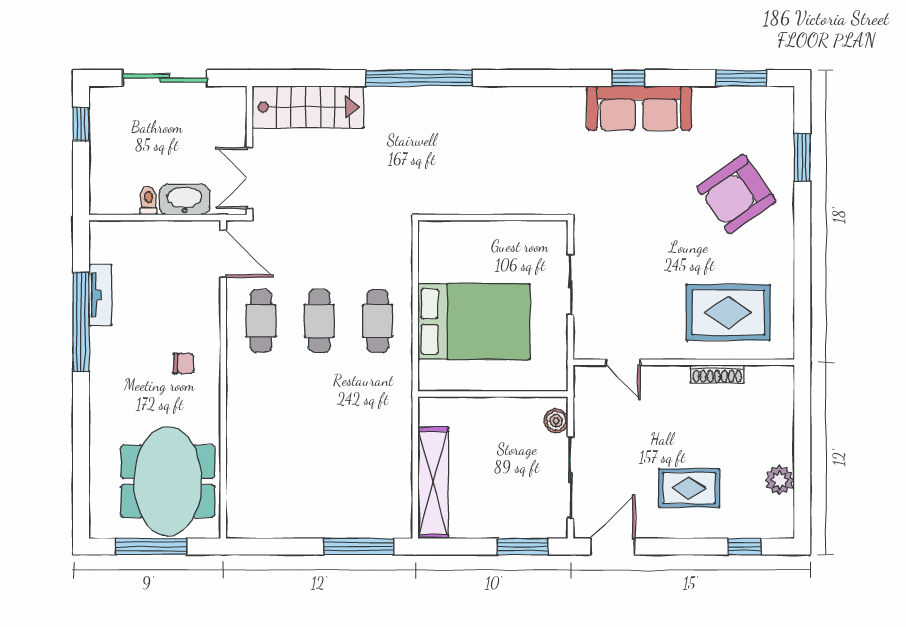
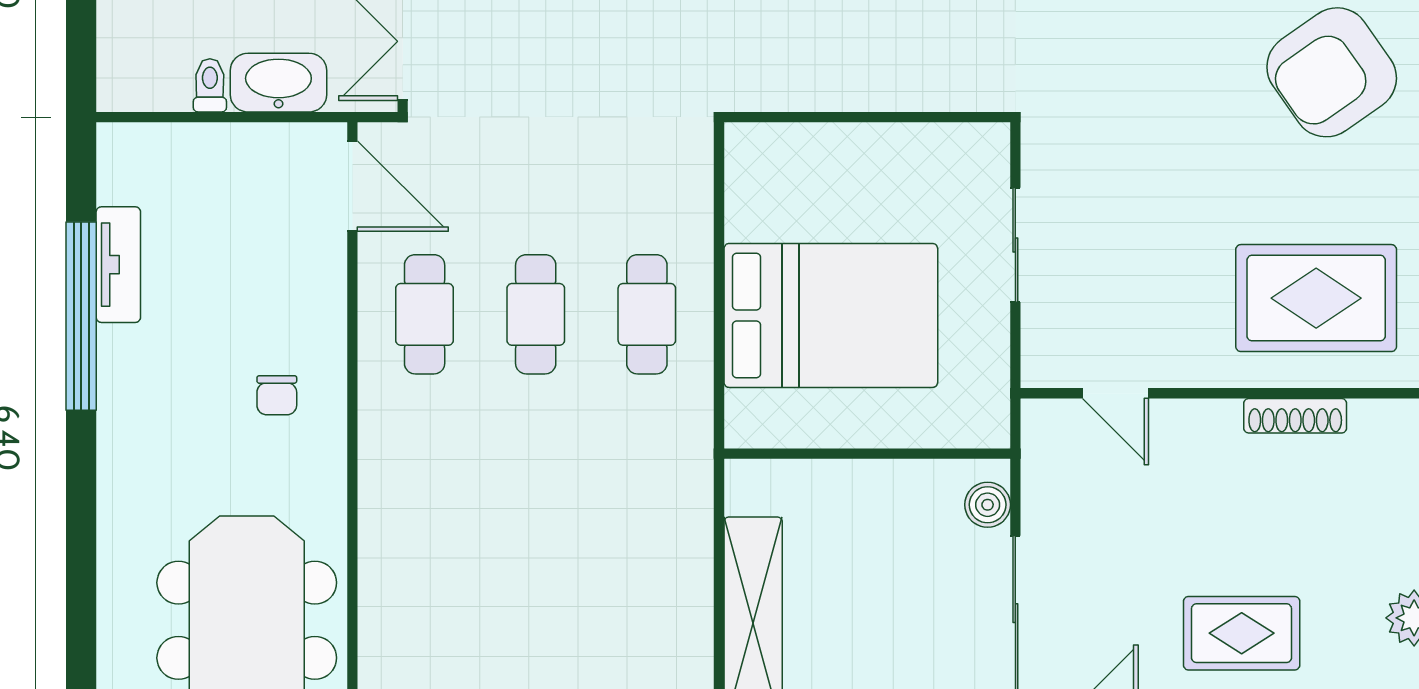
chair: (184, 363) -> (277, 395), turned 90

